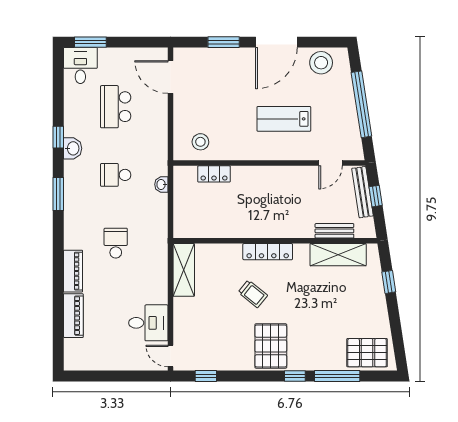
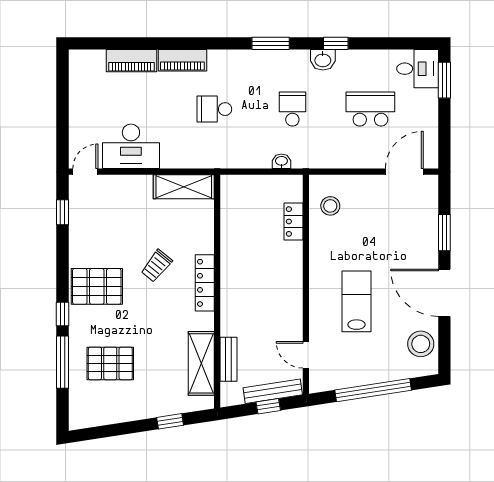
school desk: (116, 243) -> (214, 109), turned 180
desk: (148, 323) -> (131, 146), width x1.37
pallet: (367, 353) -> (110, 363), moved, turned 90

